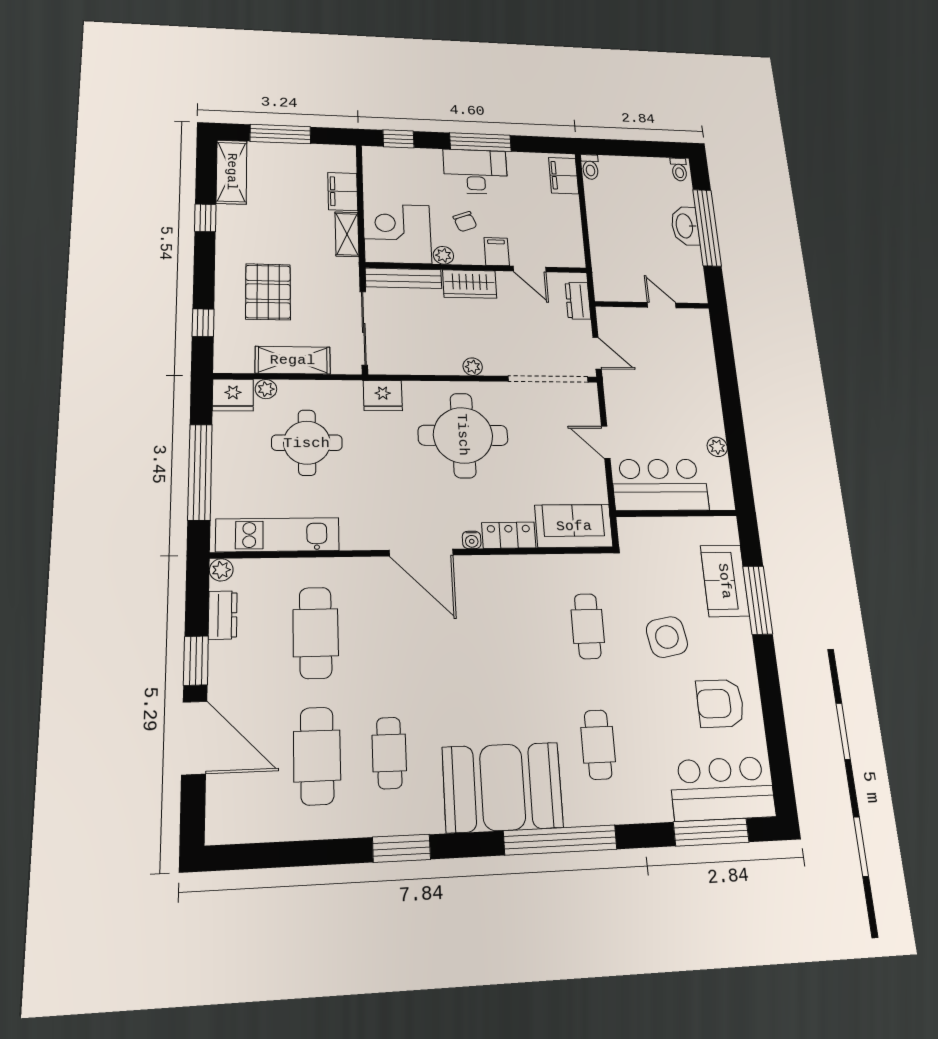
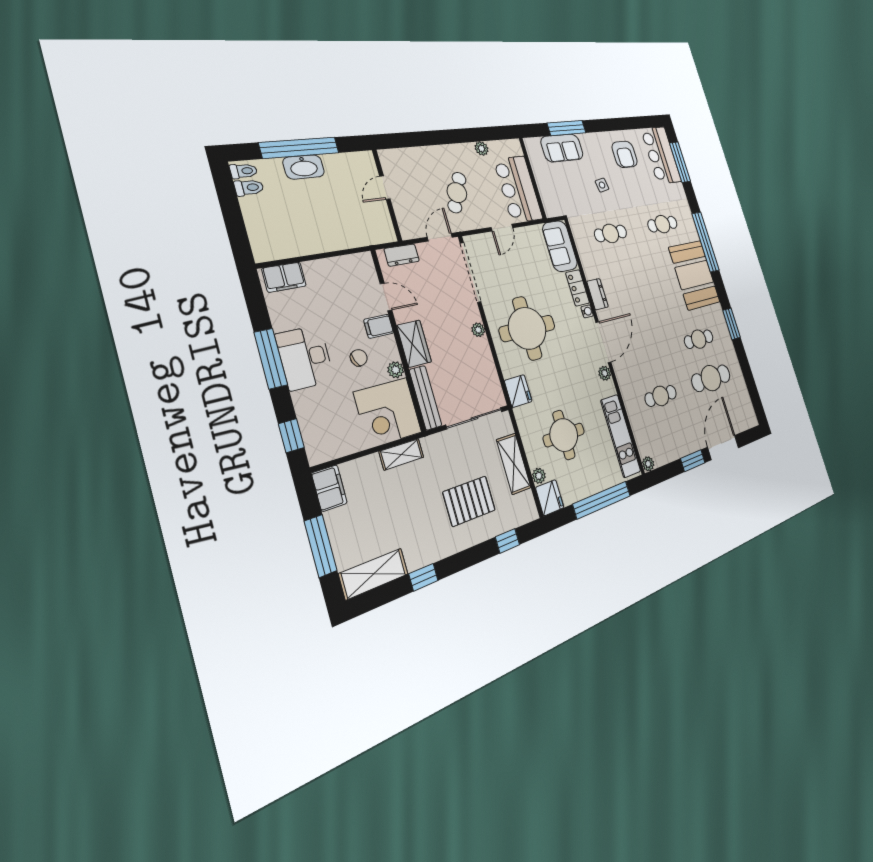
toilet: (590, 167) -> (249, 188), moved
filing cabinet: (343, 192) -> (329, 488), moved, turned -90
door: (530, 269) -> (386, 297), hinge flipped
cafe table: (655, 393) -> (457, 193), added
plant: (375, 539) -> (605, 373), added
dresser: (223, 615) -> (598, 294), moved, turned 90
cafe table: (316, 633) -> (661, 396), width x0.73, depth x0.74
side table: (667, 637) -> (602, 185), width x0.54, depth x0.54

